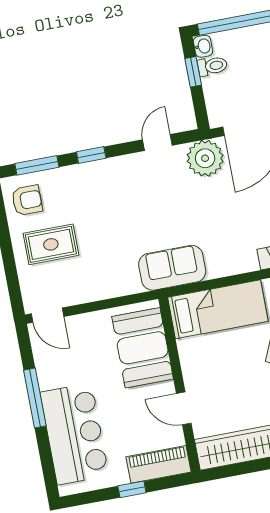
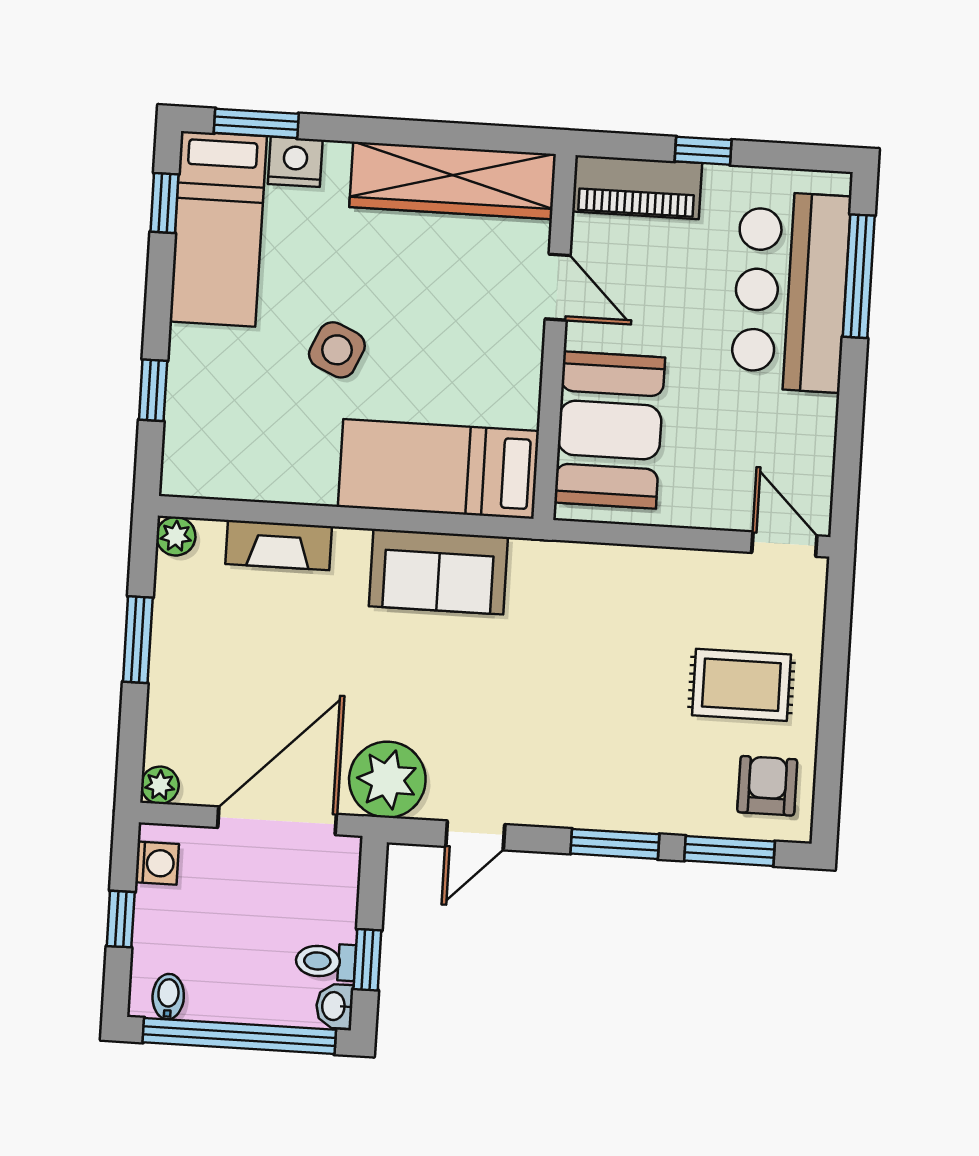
window: (91, 155) -> (615, 844), width x1.50
armchair: (27, 200) -> (767, 786), turned 90
sofa: (172, 268) -> (438, 572), moved
window: (35, 398) -> (859, 276), moved

